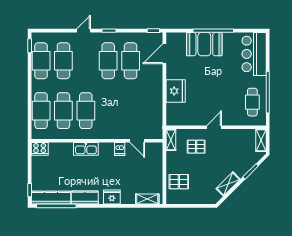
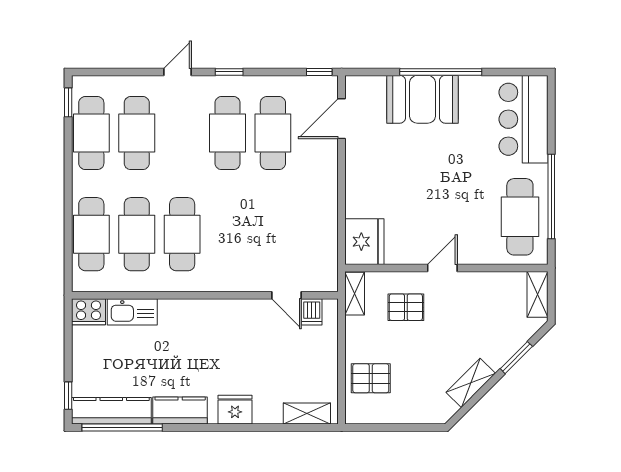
fridge: (176, 91) -> (364, 242), moved
cafe table: (252, 102) -> (520, 217), width x1.37, depth x1.35
kitchen sink: (86, 149) -> (132, 312), moved
dishwasher: (120, 149) -> (312, 312), moved

